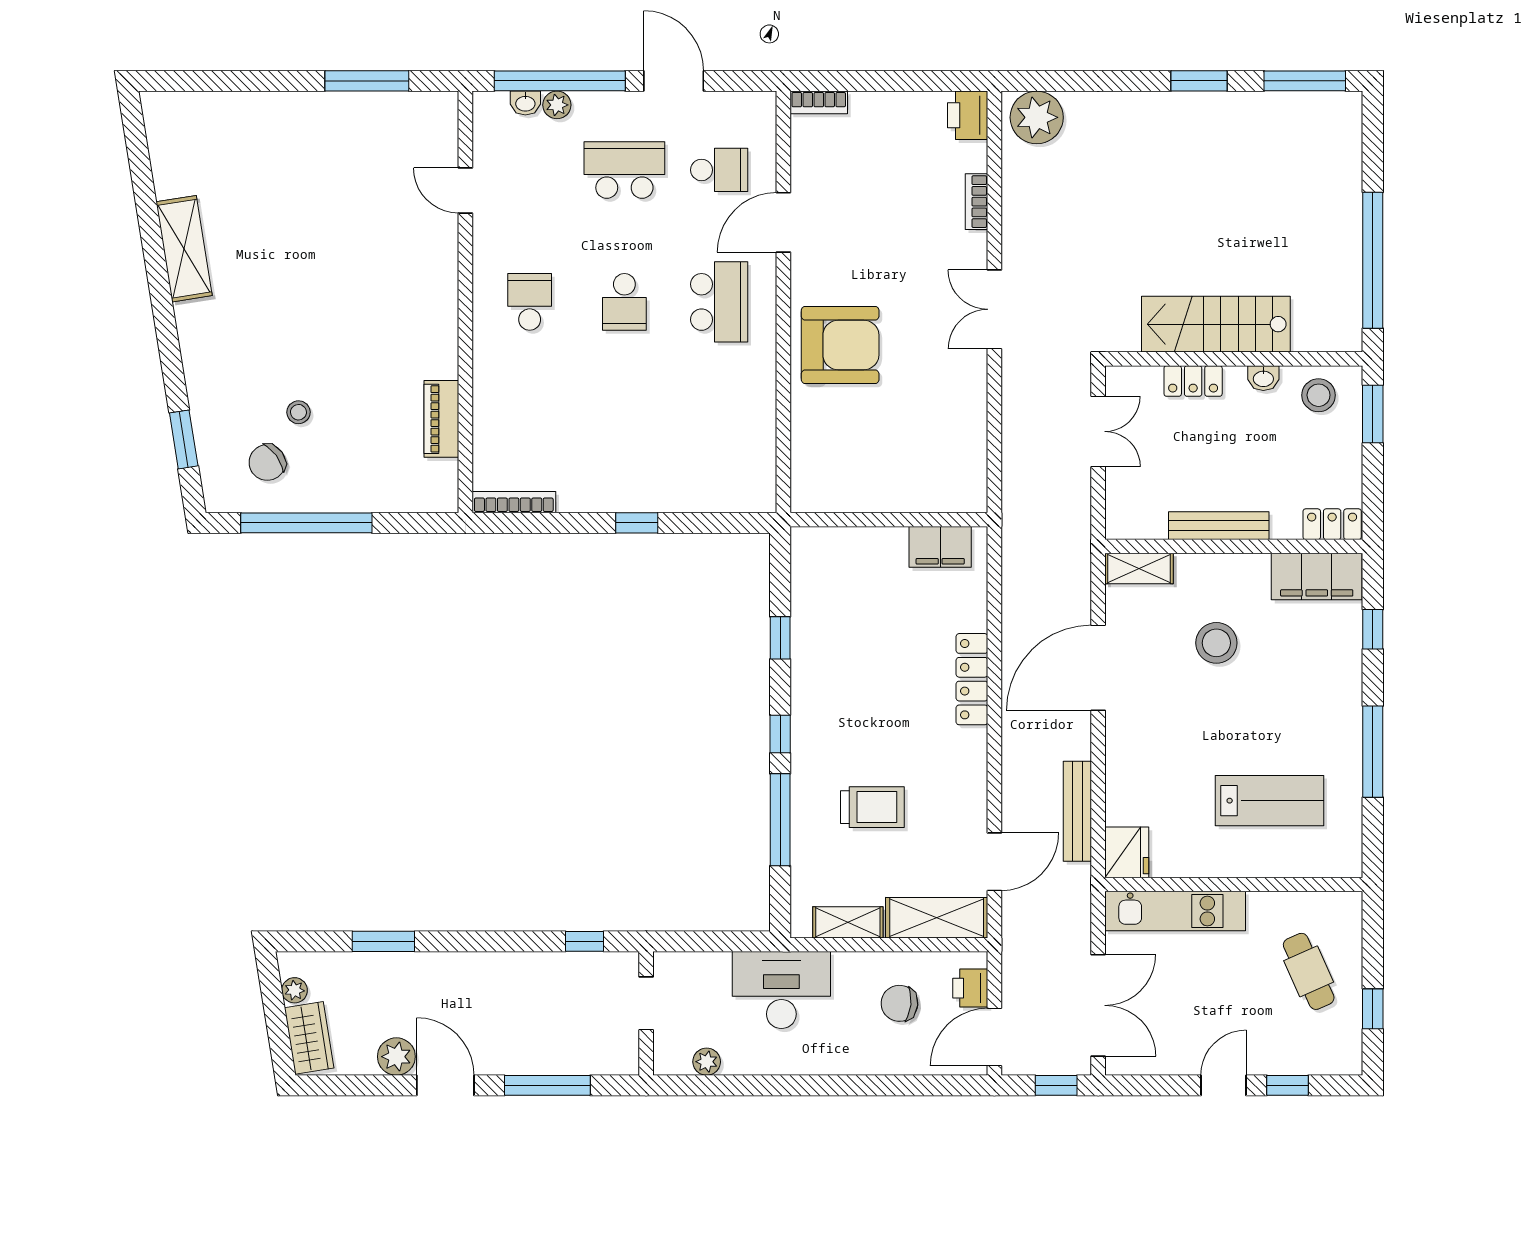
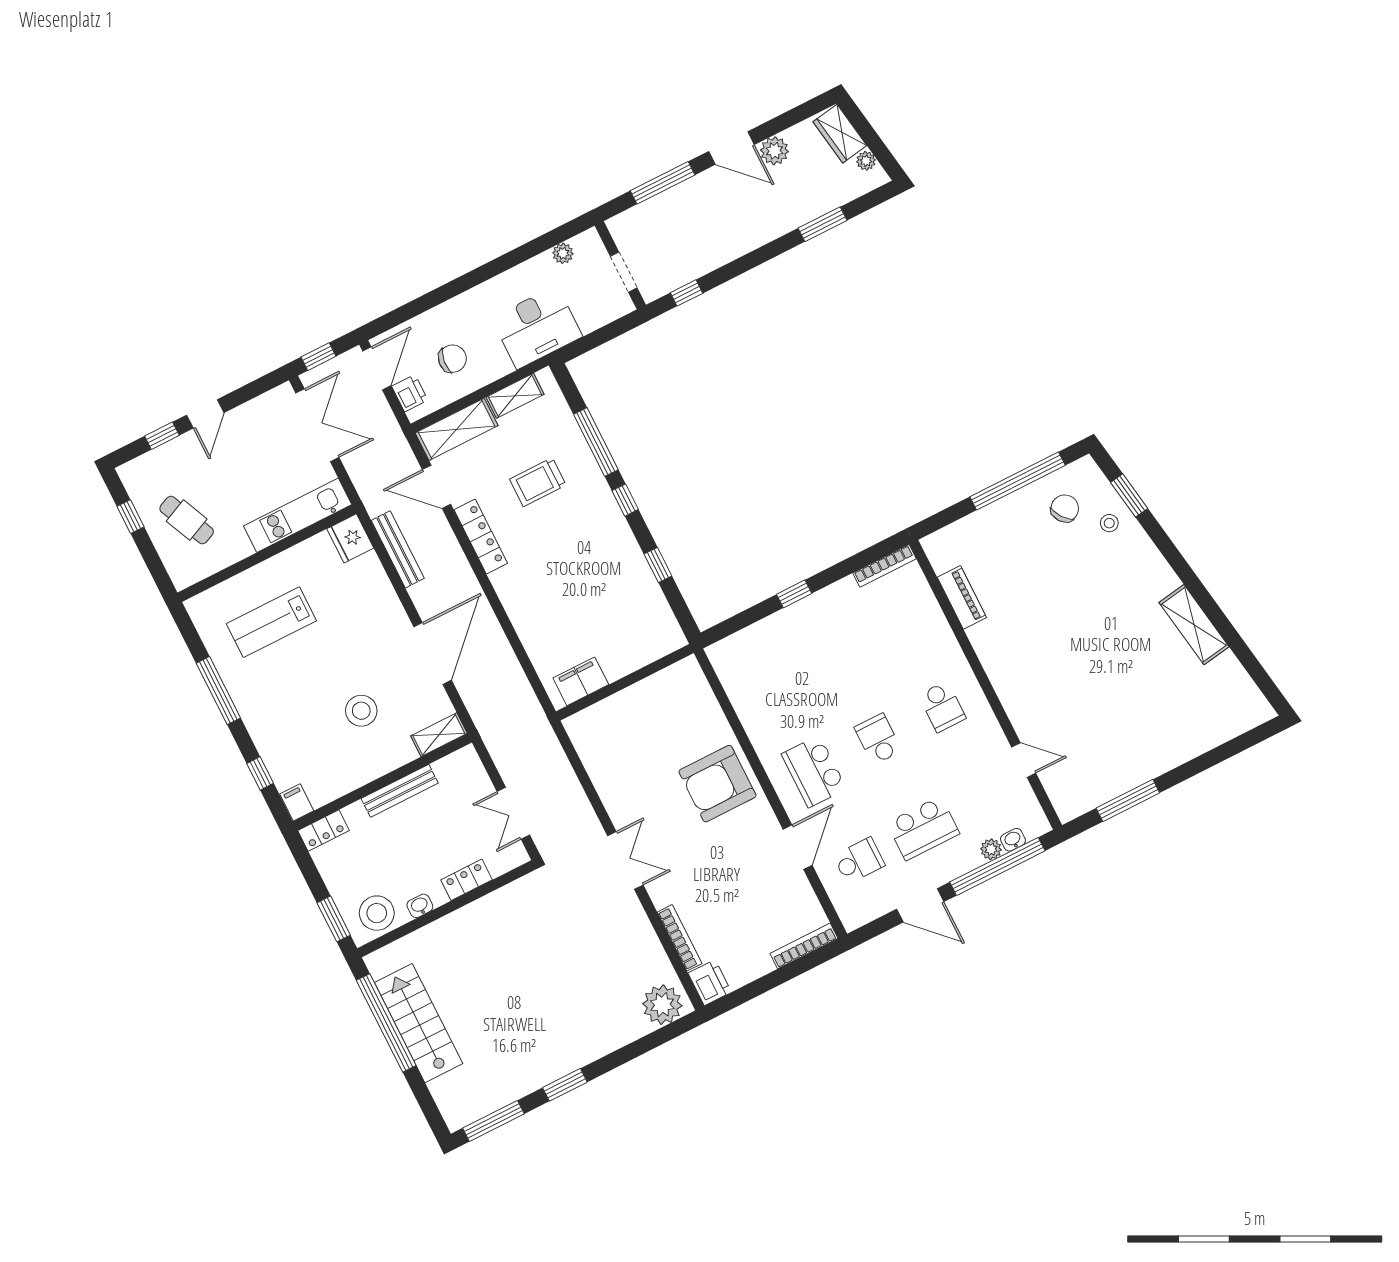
bookcase: (819, 102) -> (804, 946), width x1.56
school desk: (719, 170) -> (859, 861), turned 180
bookcase: (977, 202) -> (680, 938), width x1.56
stairs: (1216, 324) -> (419, 1023), moved, turned -90
stool: (1319, 395) -> (377, 913), width x1.38, depth x1.38
stool: (298, 412) -> (1109, 523), moved
filing cabinet: (1317, 577) -> (297, 802), width x0.33, depth x0.86
locker: (972, 679) -> (481, 536), moved
door: (994, 862) -> (437, 487), hinge flipped
double door: (1098, 1005) -> (317, 425), swing flipped

